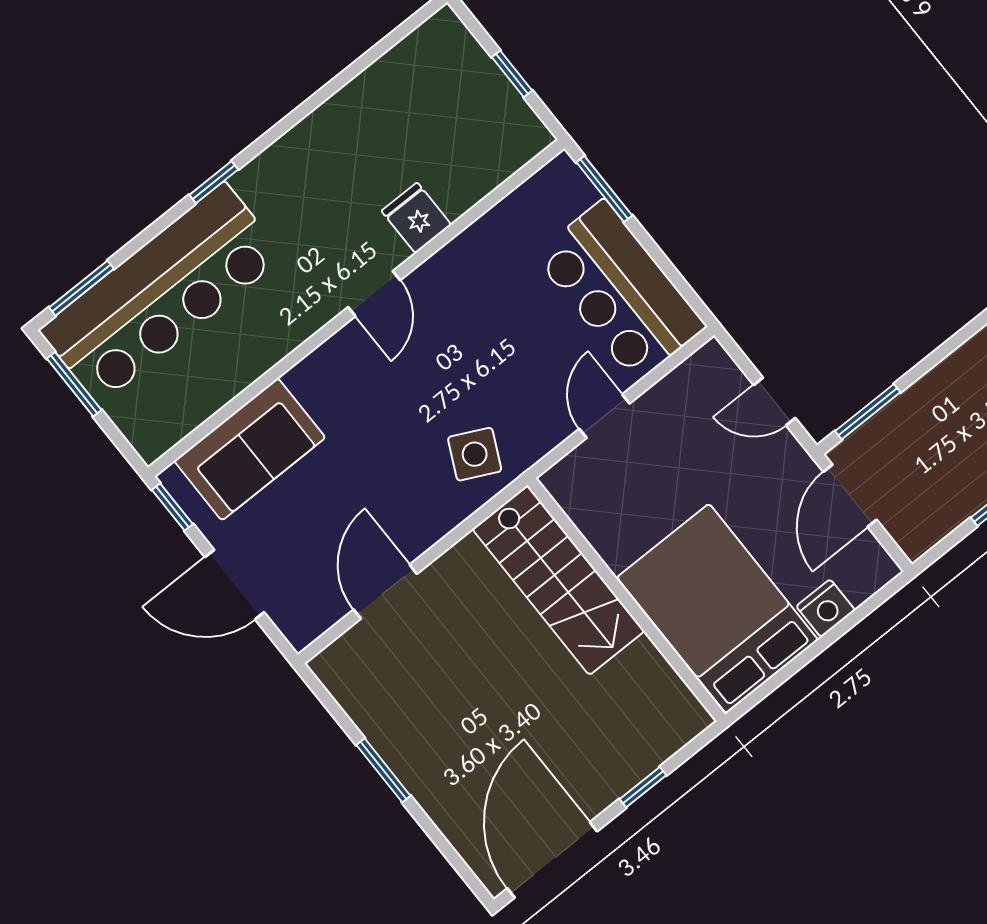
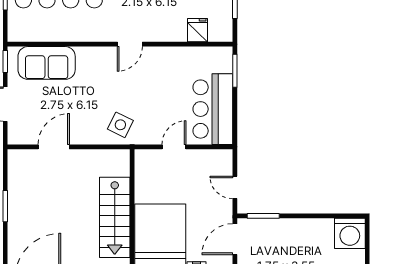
fridge: (416, 218) -> (198, 30), moved
stairs: (558, 580) -> (115, 217), moved

